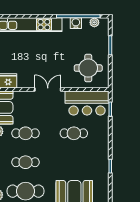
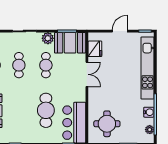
double door: (48, 89) -> (87, 74), moved
cafe table: (74, 133) -> (46, 110), width x1.37, depth x1.35

